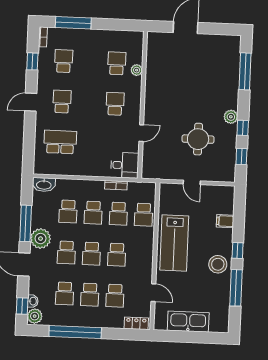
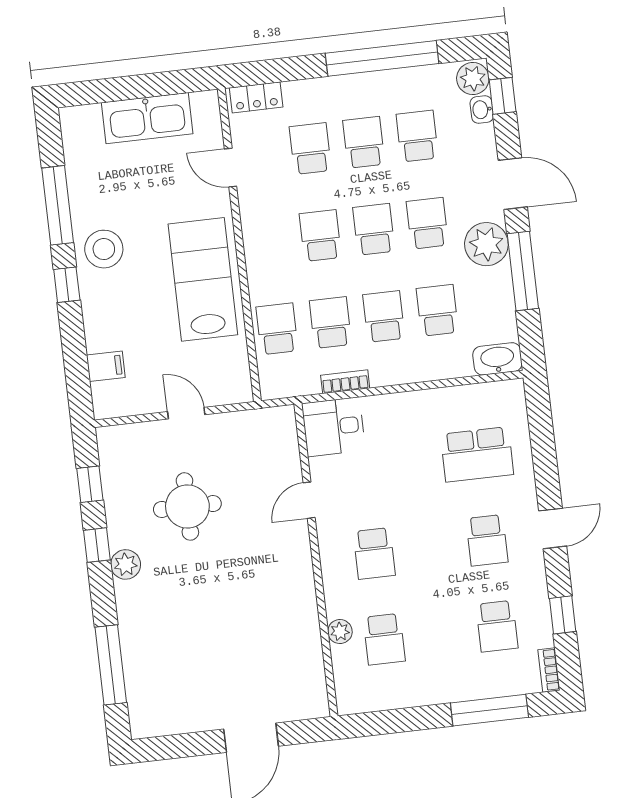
filing cabinet: (225, 221) -> (106, 366), moved

